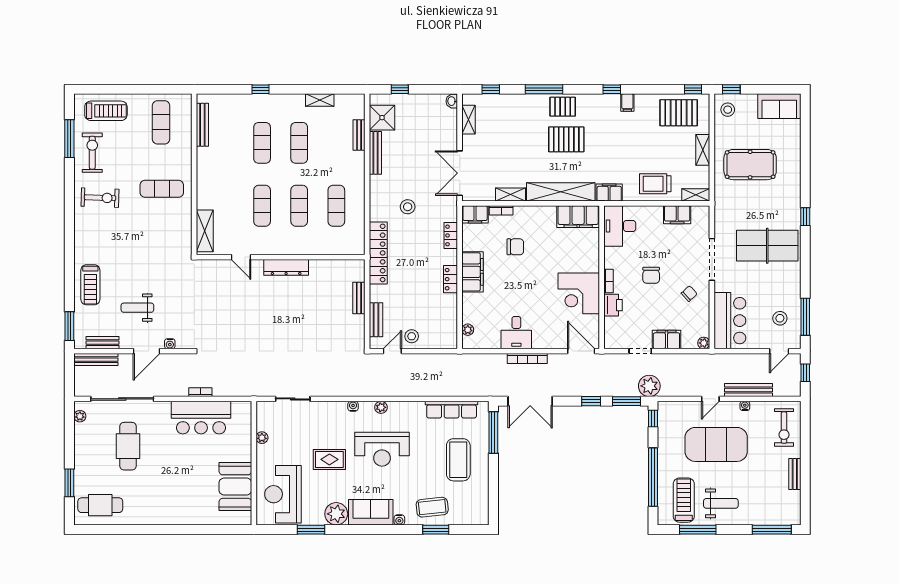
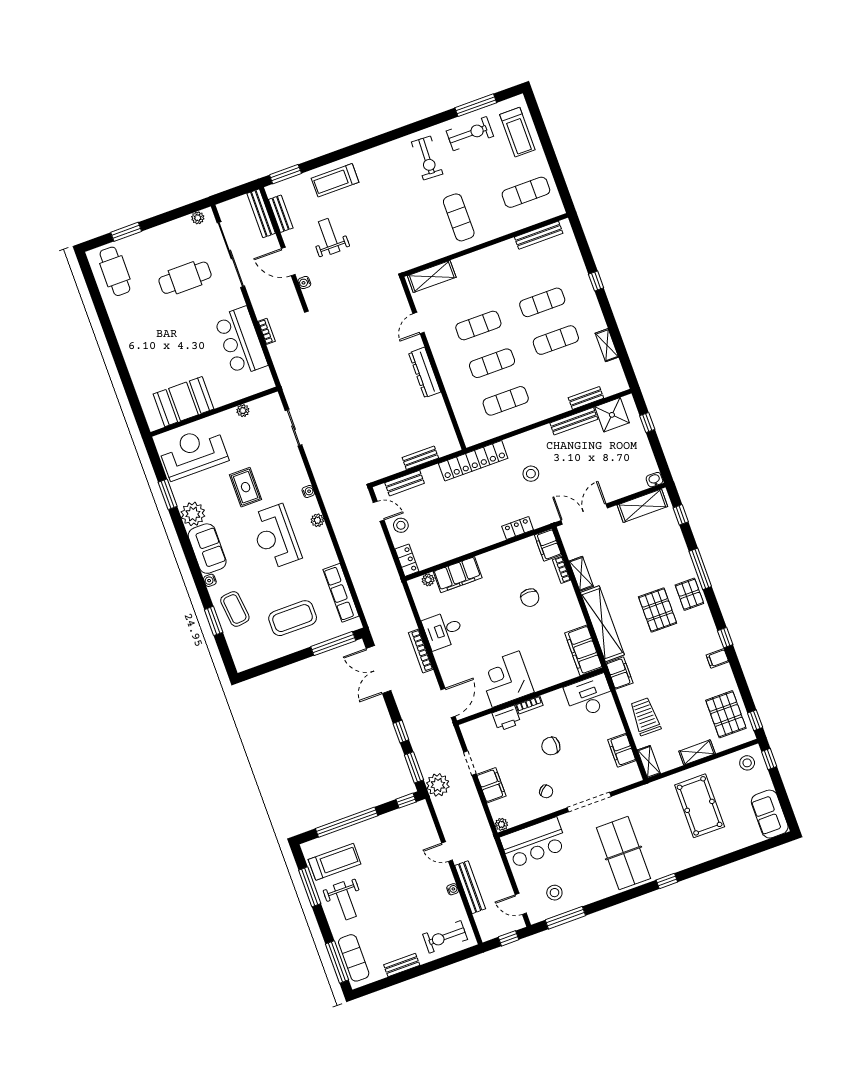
shelving: (469, 120) -> (642, 506), width x1.50, depth x1.33
filing cabinet: (473, 272) -> (458, 575), moved
locker: (451, 279) -> (407, 560), moved, turned 90
exercise mat: (716, 444) -> (354, 958), moved, width x0.50, depth x0.69

